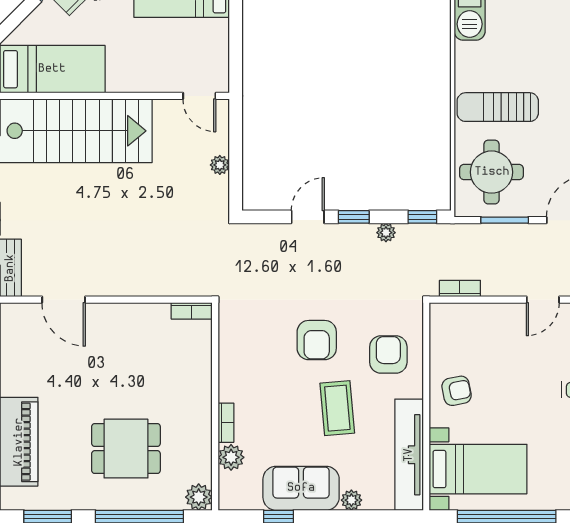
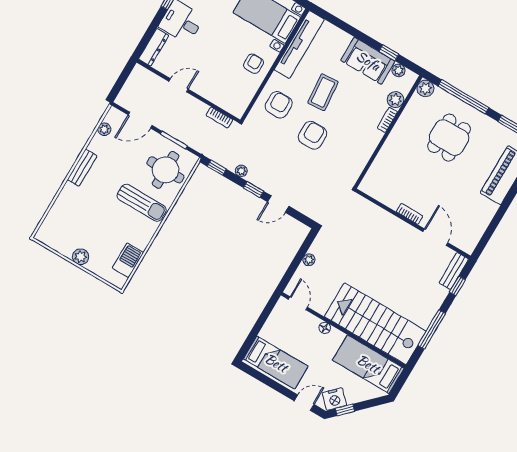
floor lamp: (142, 84) -> (325, 328), added
bookcase: (192, 311) -> (410, 214), moved
armchair: (388, 355) -> (279, 105), turned 180
armchair: (457, 391) -> (254, 64), turned 101
dining table: (126, 449) -> (449, 138), turned 90
plant: (351, 500) -> (399, 70), moved

